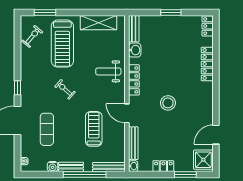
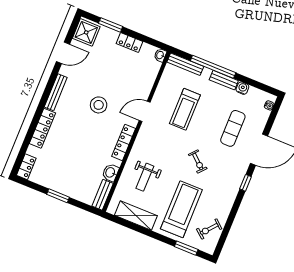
weight bench: (108, 71) -> (145, 177), moved, turned 90
door: (127, 113) -> (145, 111), swing flipped
bench: (133, 143) -> (56, 92), moved

